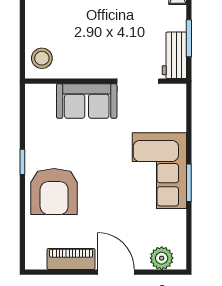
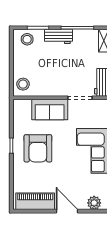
armchair: (54, 192) -> (38, 148), moved
piano: (71, 259) -> (35, 201), width x1.37, depth x1.33

